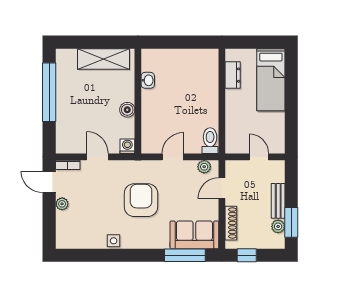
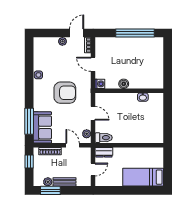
shelving: (103, 59) -> (157, 68), removed
dresser: (233, 75) -> (104, 152), moved
door: (97, 157) -> (93, 64), swing flipped

